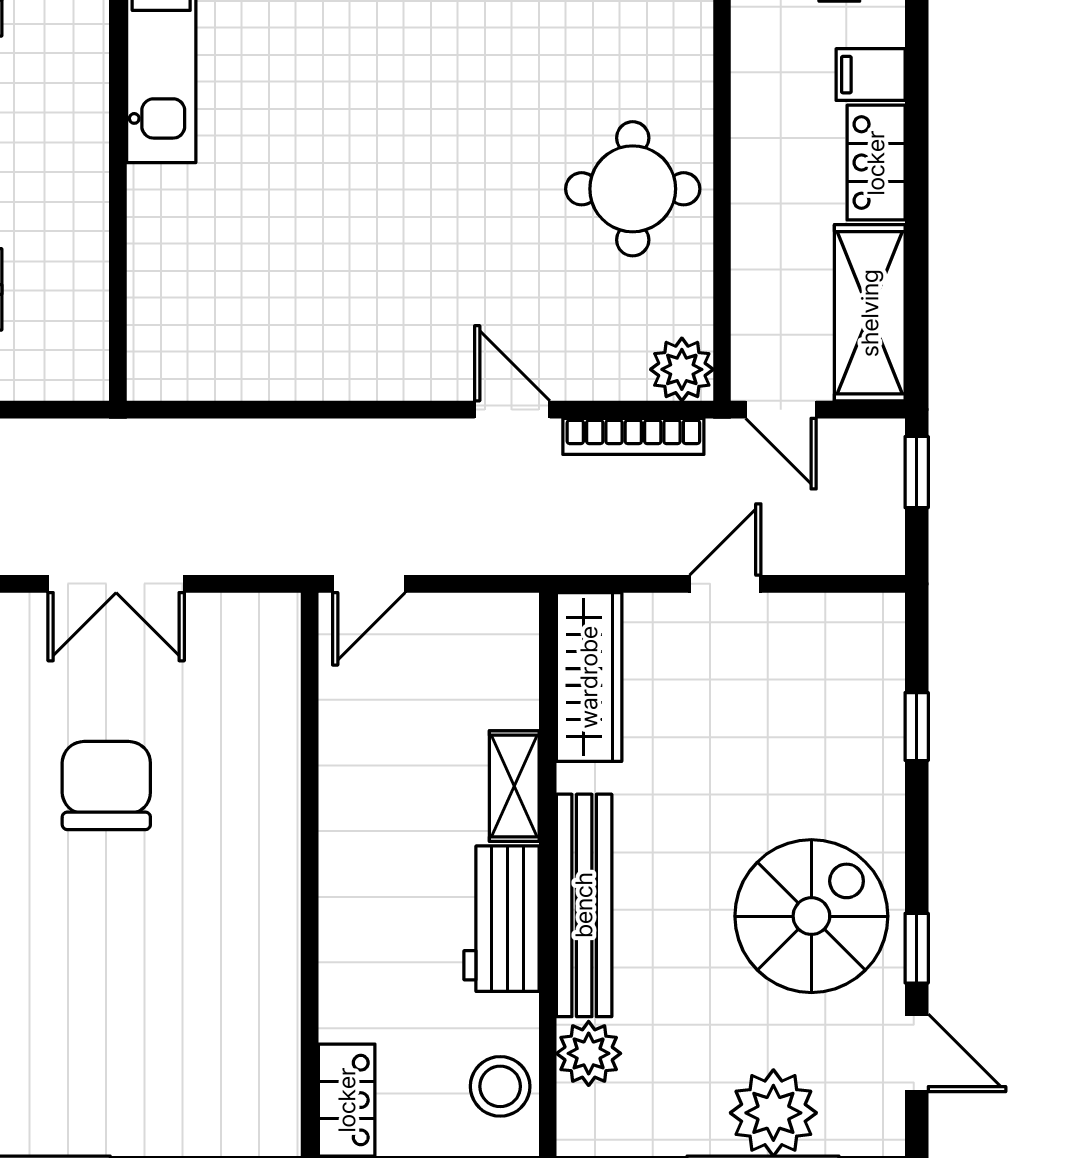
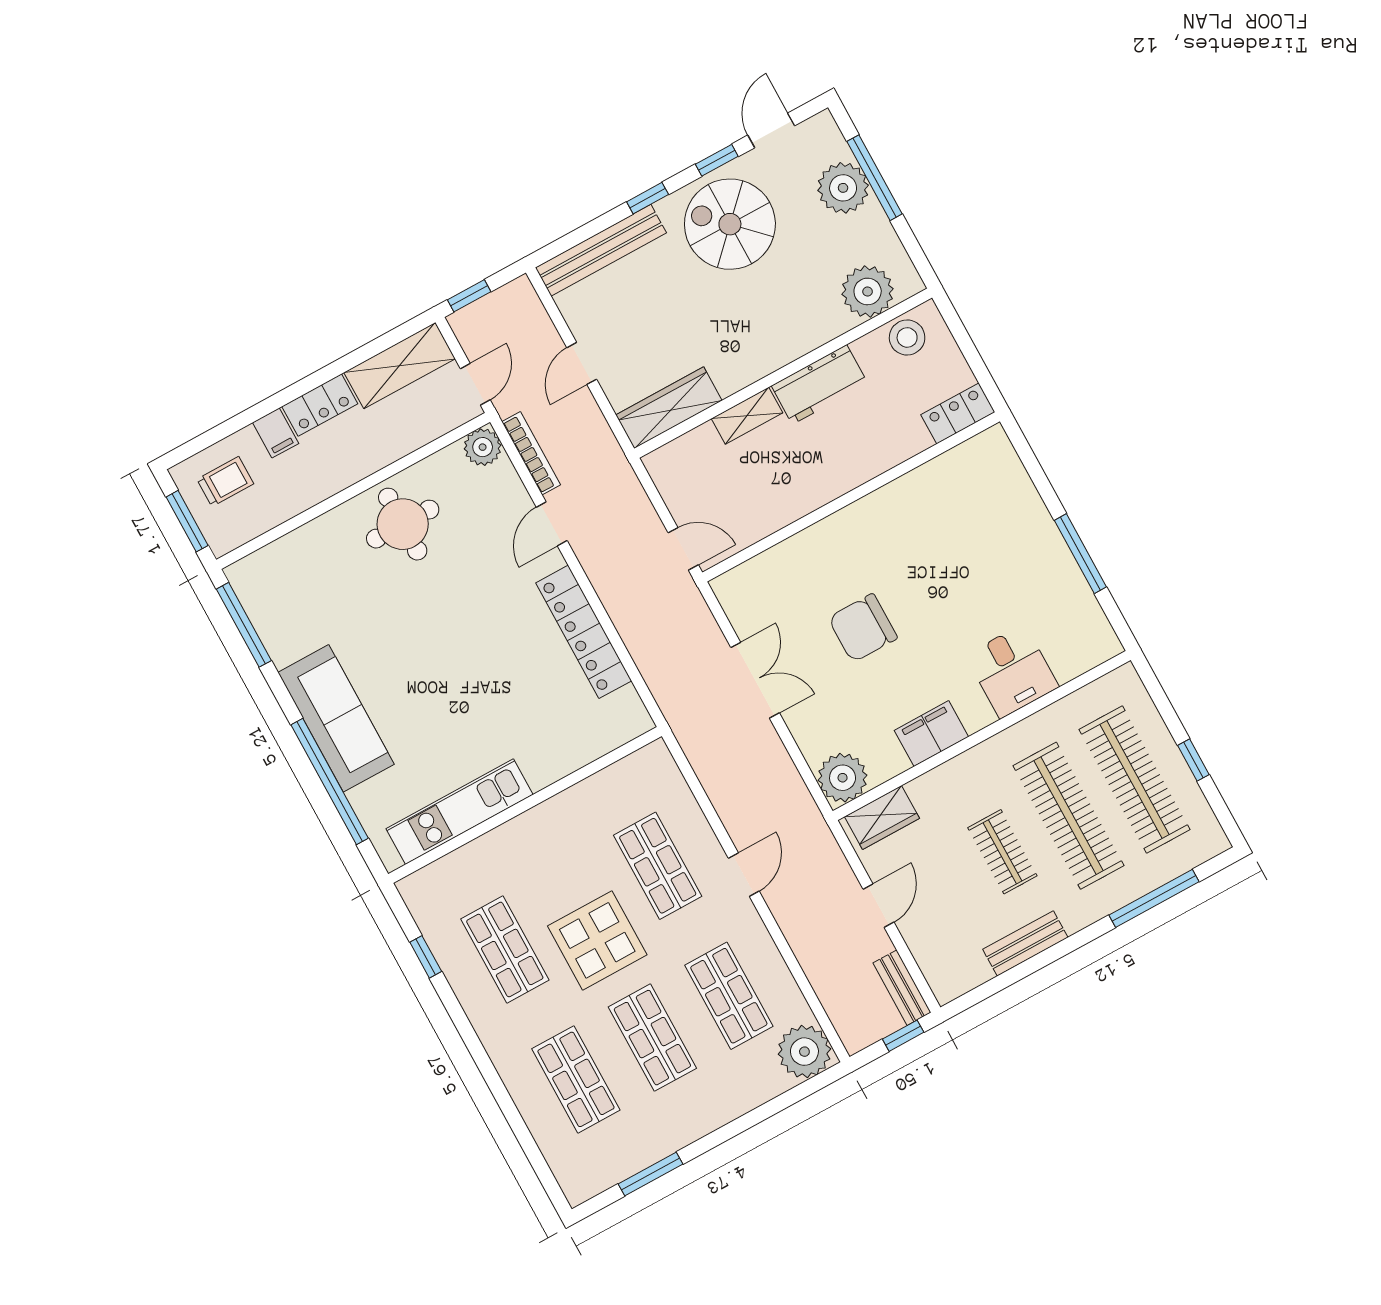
locker: (327, 369) -> (584, 632), added
door: (725, 584) -> (582, 363), hinge flipped
window: (917, 727) -> (648, 198), moved
bench: (584, 905) -> (601, 250), moved
plant: (589, 1053) -> (868, 291), width x1.36, depth x1.36

